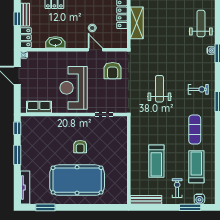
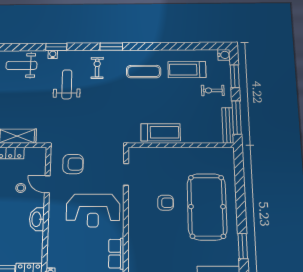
washbasin: (55, 42) -> (37, 219), moved
door: (95, 50) -> (47, 184), hinge flipped
weight bench: (159, 89) -> (67, 84), moved, turned 90
treadmill: (156, 161) -> (161, 132), moved
water cooler: (199, 199) -> (224, 55), moved
window: (153, 207) -> (237, 118), added

